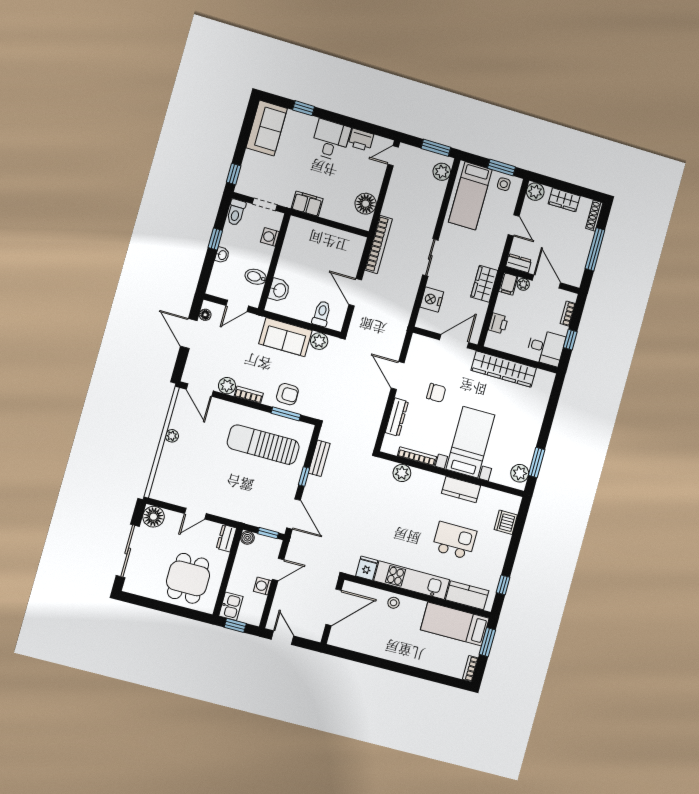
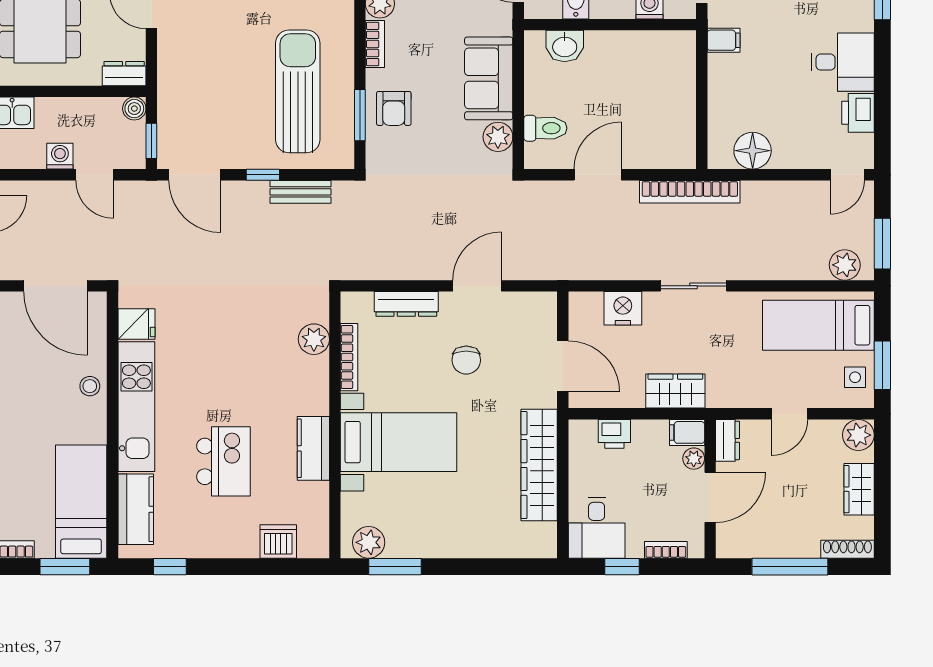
door: (393, 156) -> (847, 175), swing flipped
filing cabinet: (307, 204) -> (724, 40), width x0.50
door: (294, 514) -> (195, 175), hinge flipped

